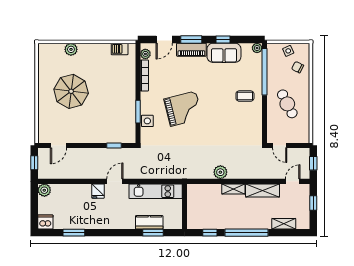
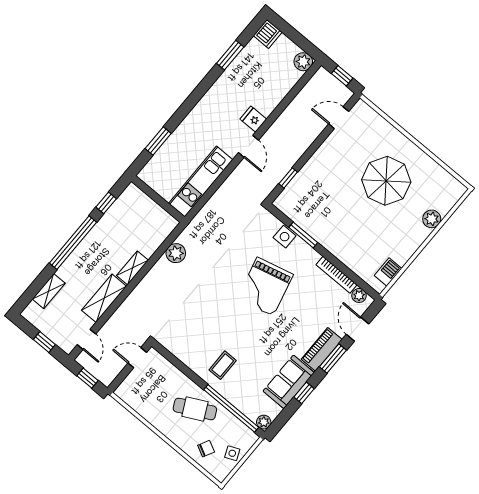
cafe table: (287, 104) -> (195, 409), moved
door: (58, 146) -> (339, 118), hinge flipped
plant: (220, 172) -> (176, 253), moved
kitchen counter: (149, 222) -> (173, 146), removed

